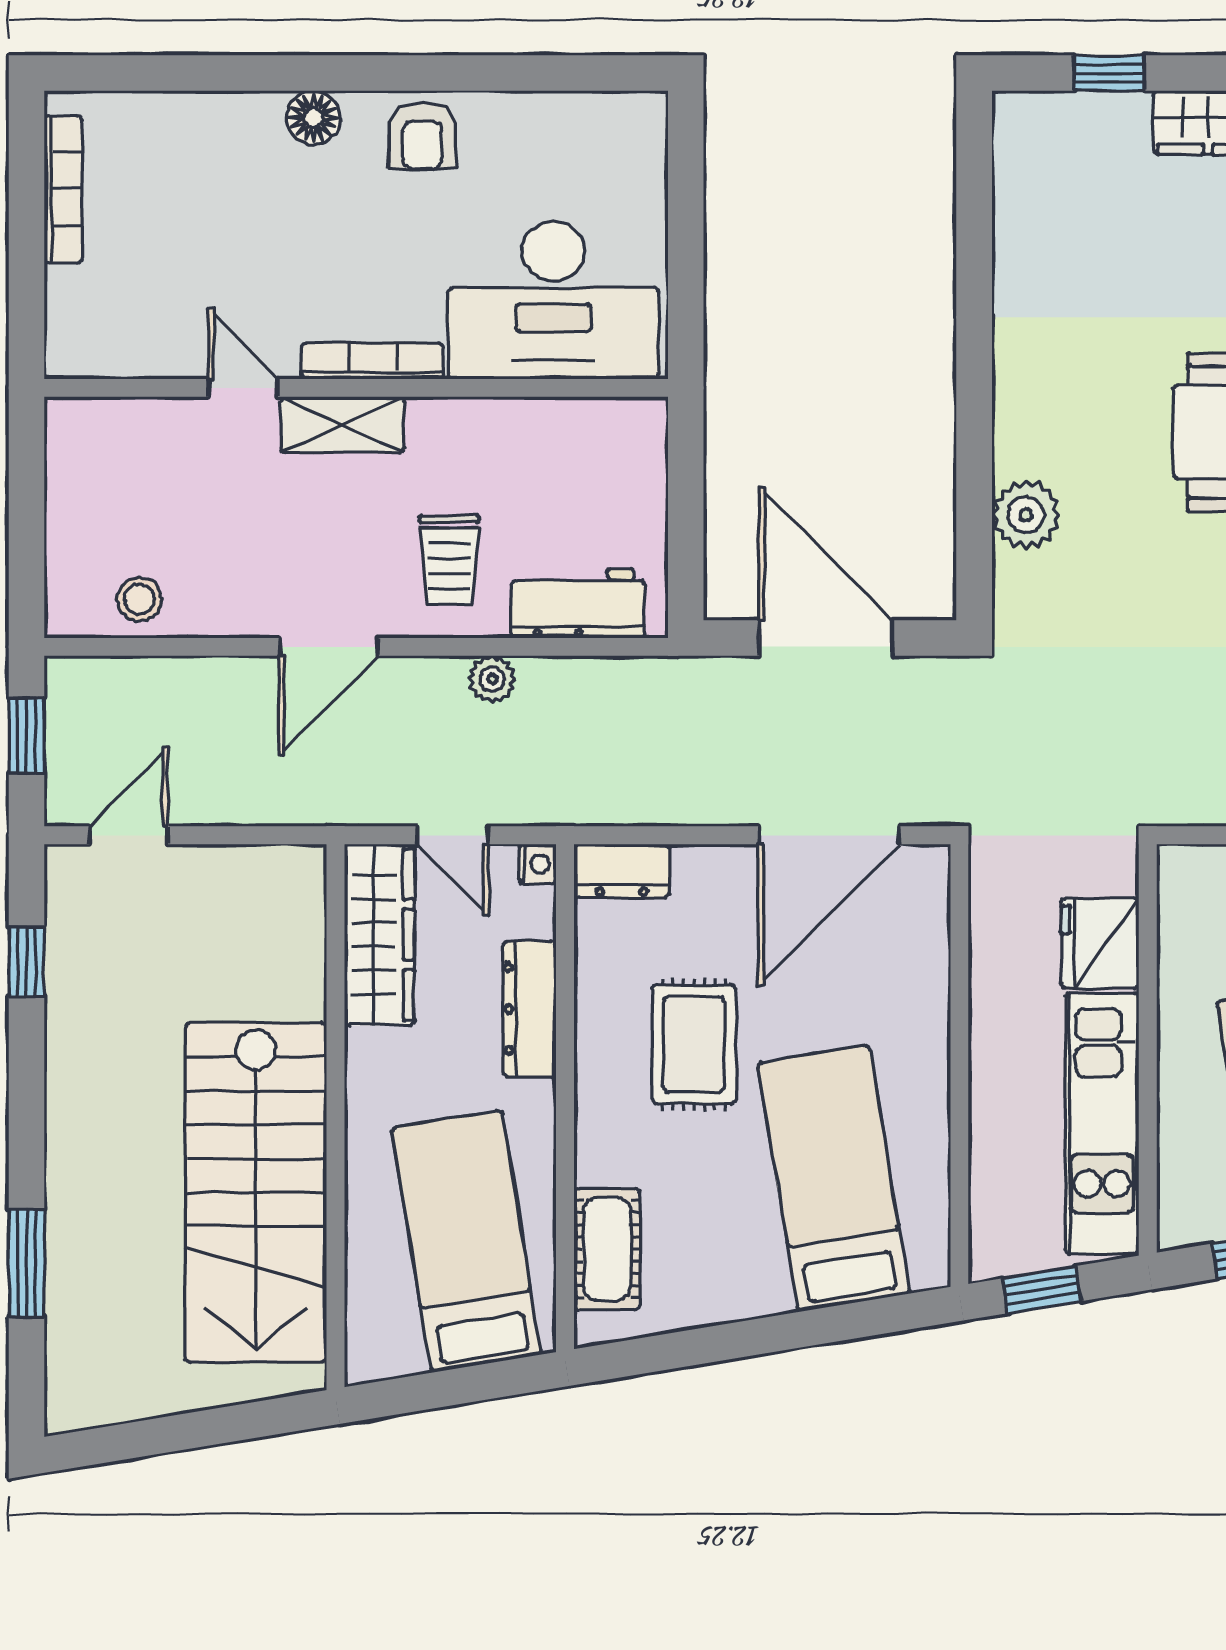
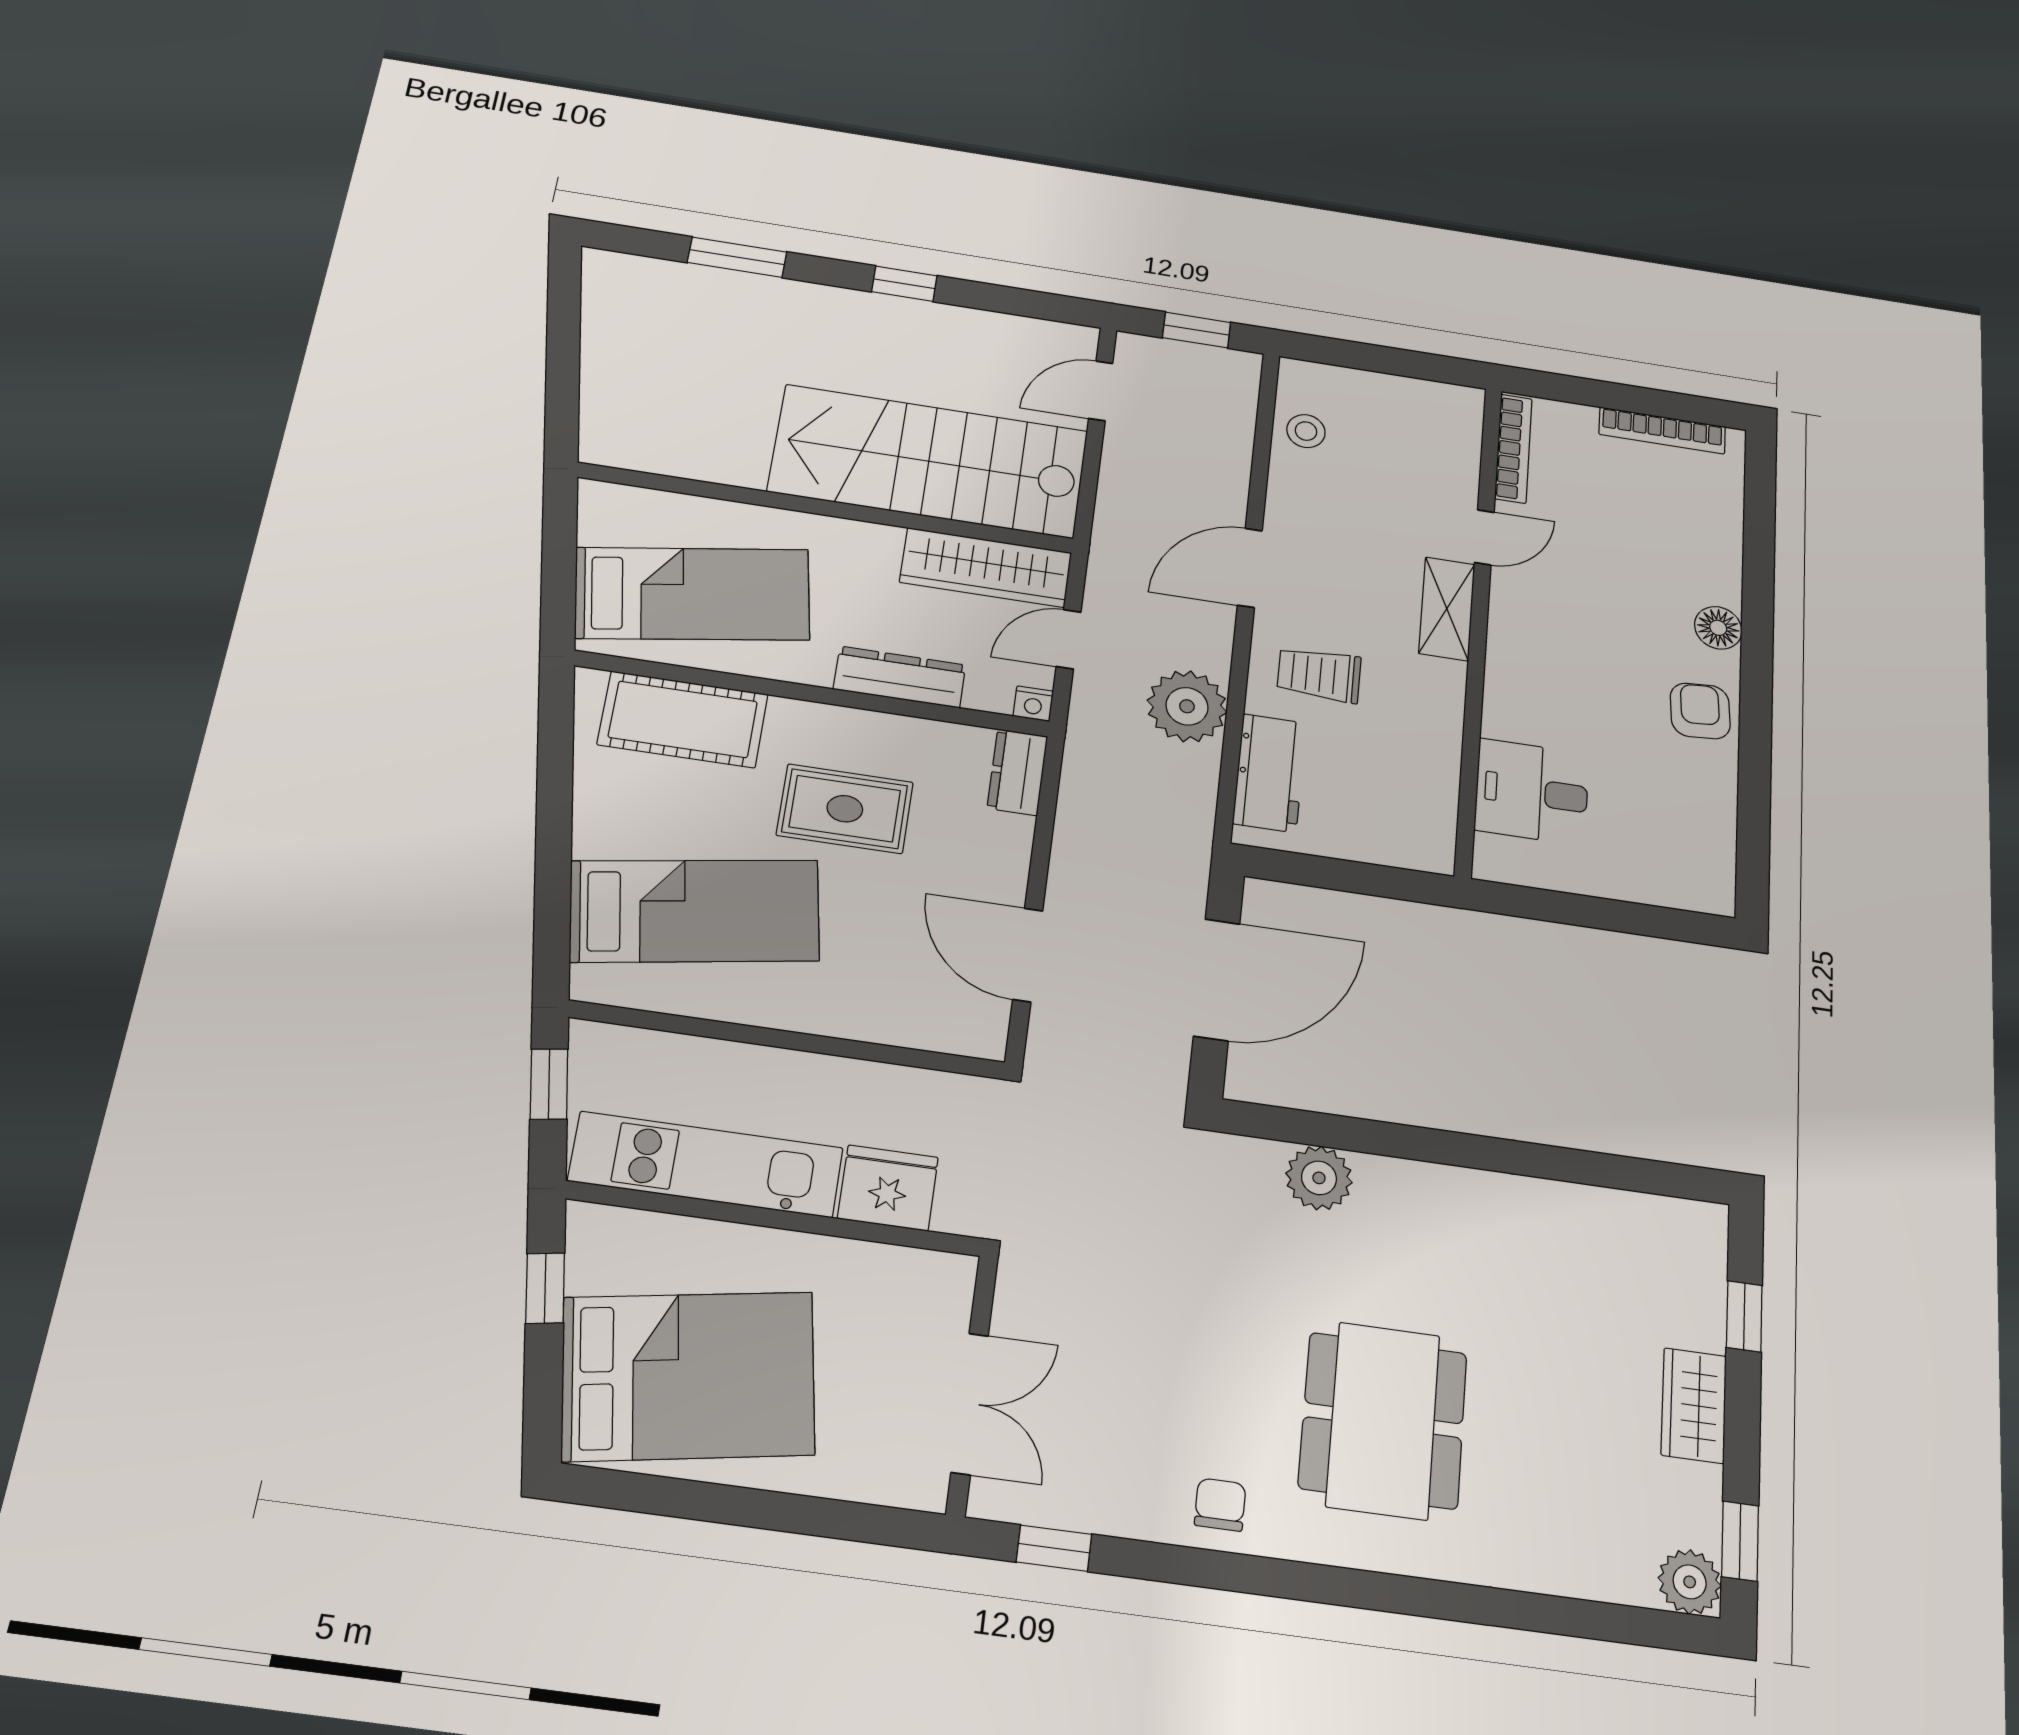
armchair: (423, 136) -> (1700, 711), turned 86
desk: (553, 300) -> (1532, 792), width x0.53, depth x0.77
bookcase: (372, 361) -> (1513, 449), moved
door: (329, 647) -> (1250, 568), hinge flipped
plant: (492, 679) -> (1187, 706), width x1.88, depth x1.88
door: (129, 835) -> (1101, 391), swing flipped
door: (829, 835) -> (1028, 955), width x0.73
window: (26, 961) -> (904, 284), moved
stairs: (256, 1192) -> (929, 461), moved
cot: (607, 1249) -> (683, 719), width x1.37, depth x1.34

